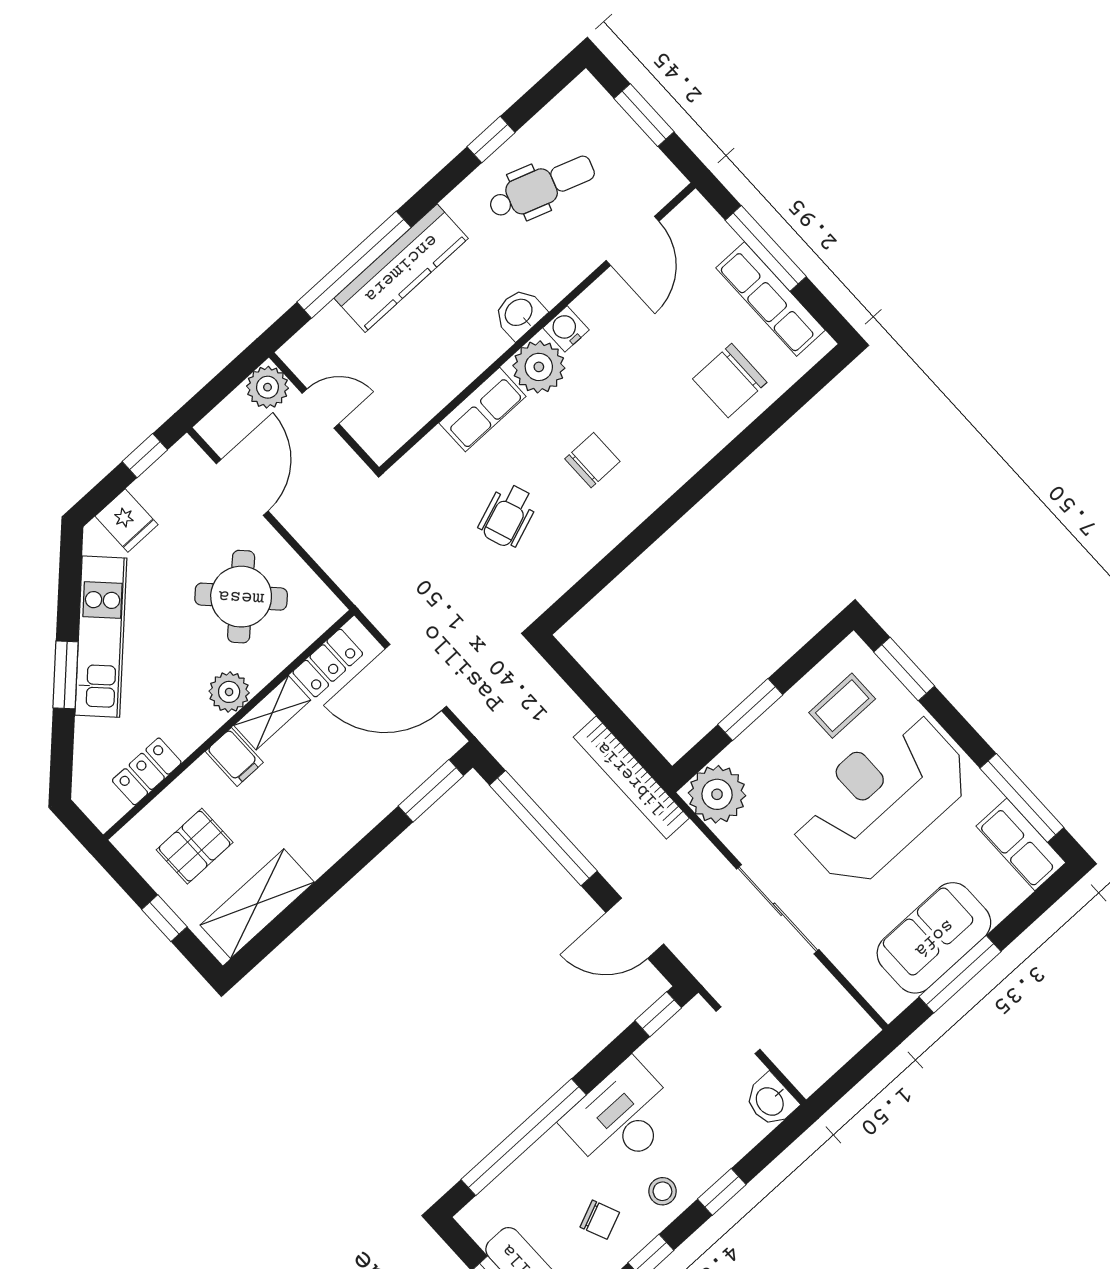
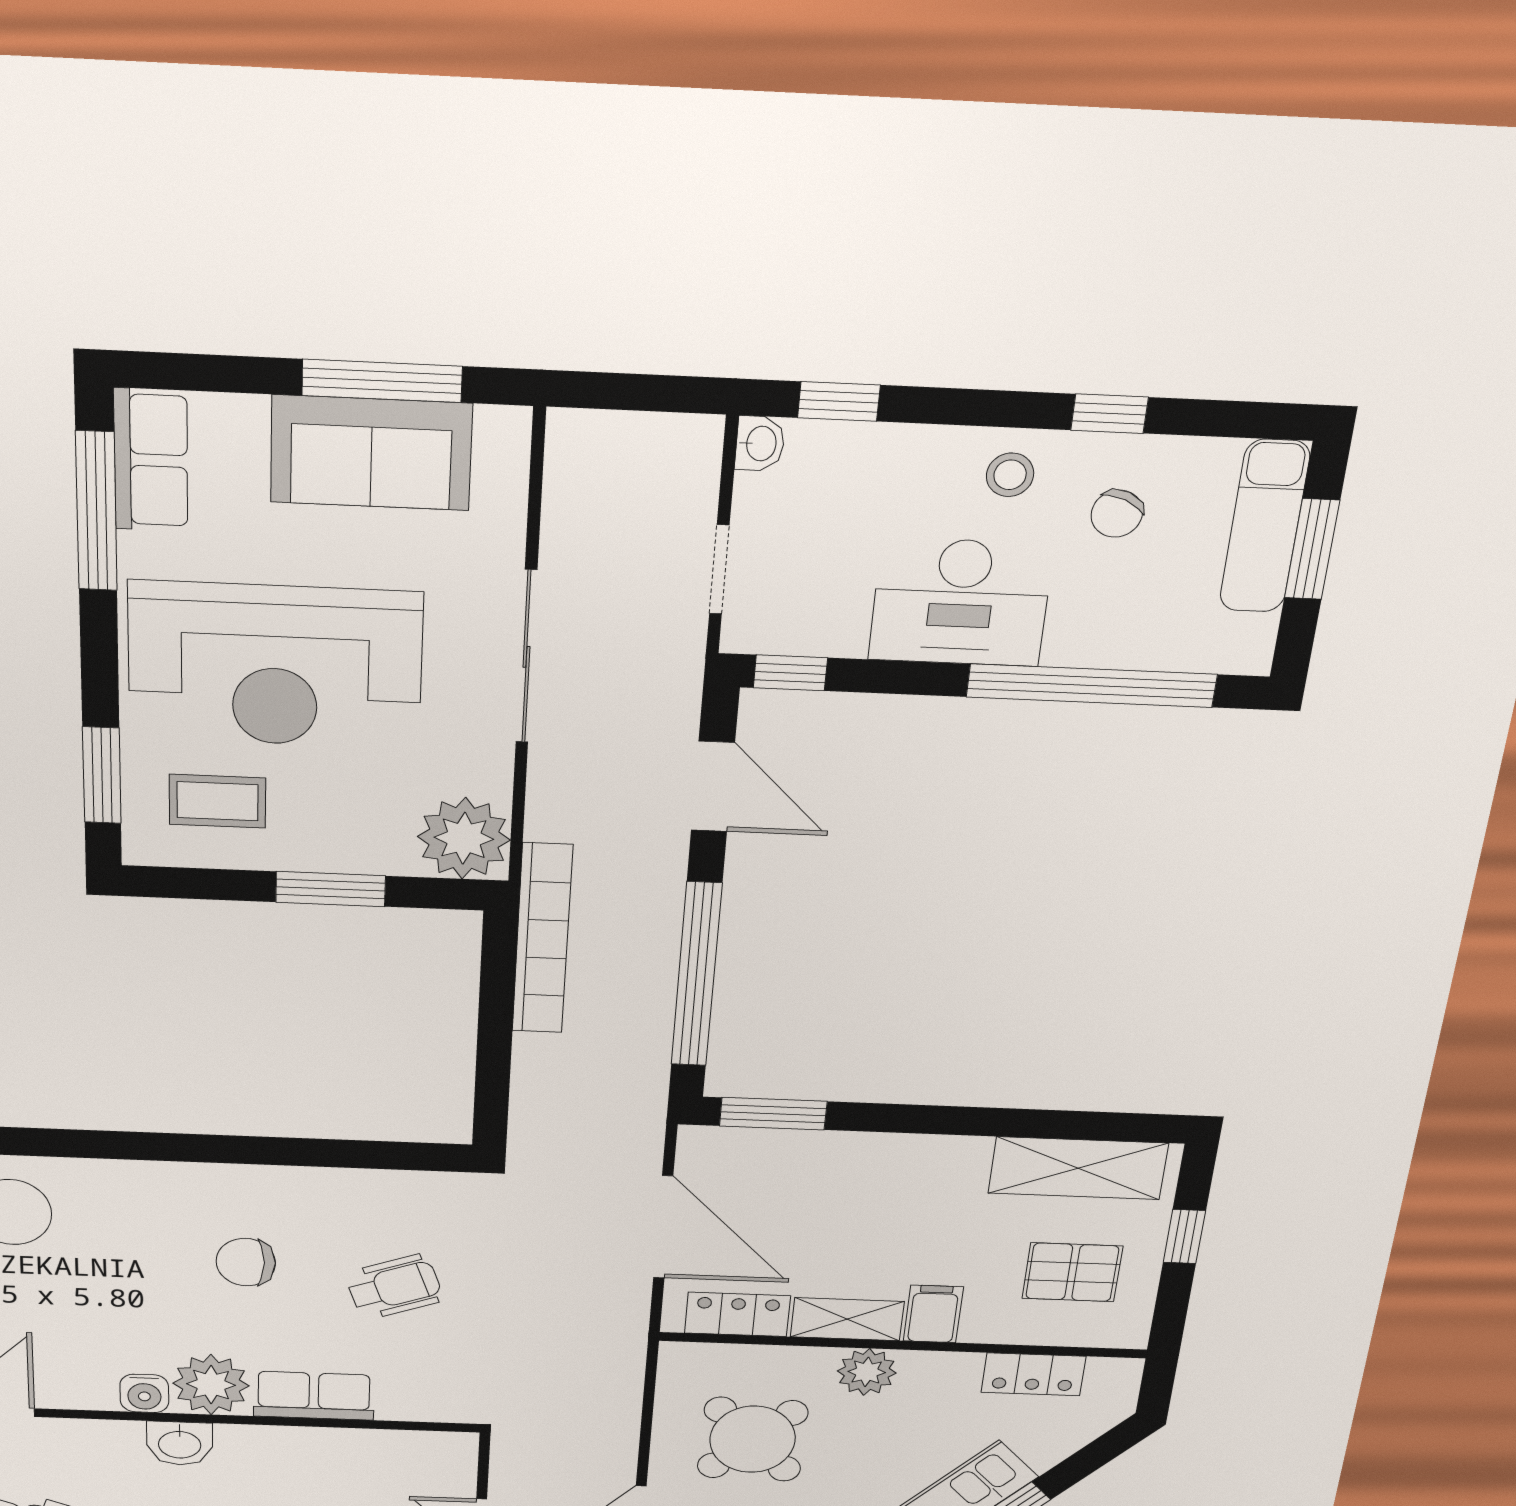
washbasin: (771, 1101) -> (760, 443), width x0.72, depth x0.69
window: (722, 1192) -> (839, 401), moved
chair: (600, 1220) -> (1117, 514), turned -134

